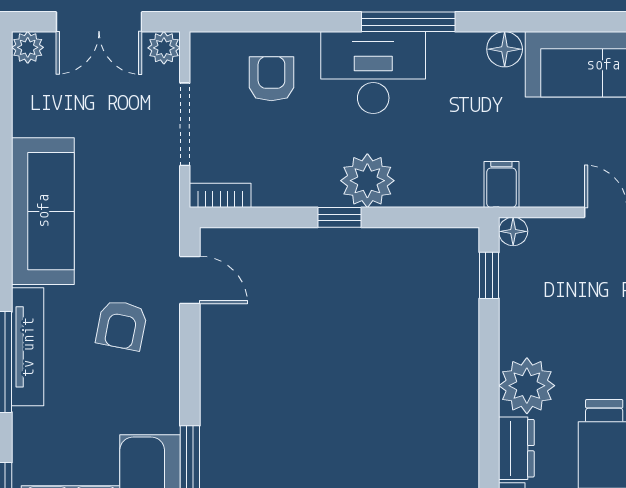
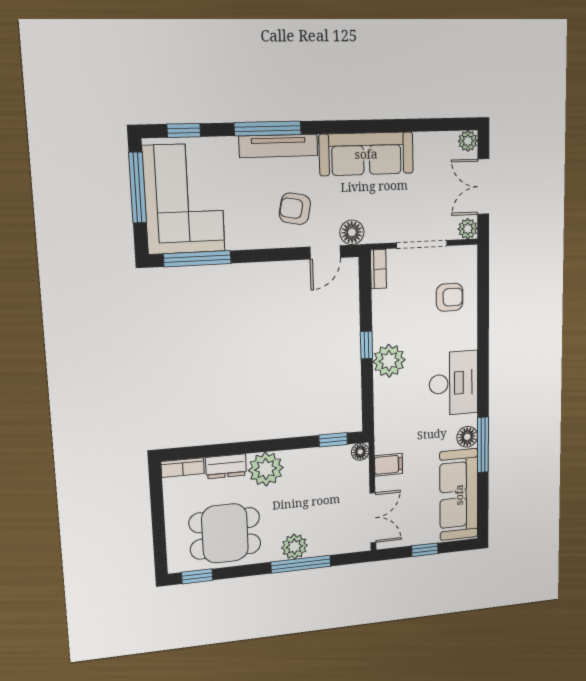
window: (408, 22) -> (483, 445), moved
desk: (373, 73) -> (454, 383), moved
filing cabinet: (501, 185) -> (388, 465), moved
floor lamp: (161, 237) -> (352, 232), added

